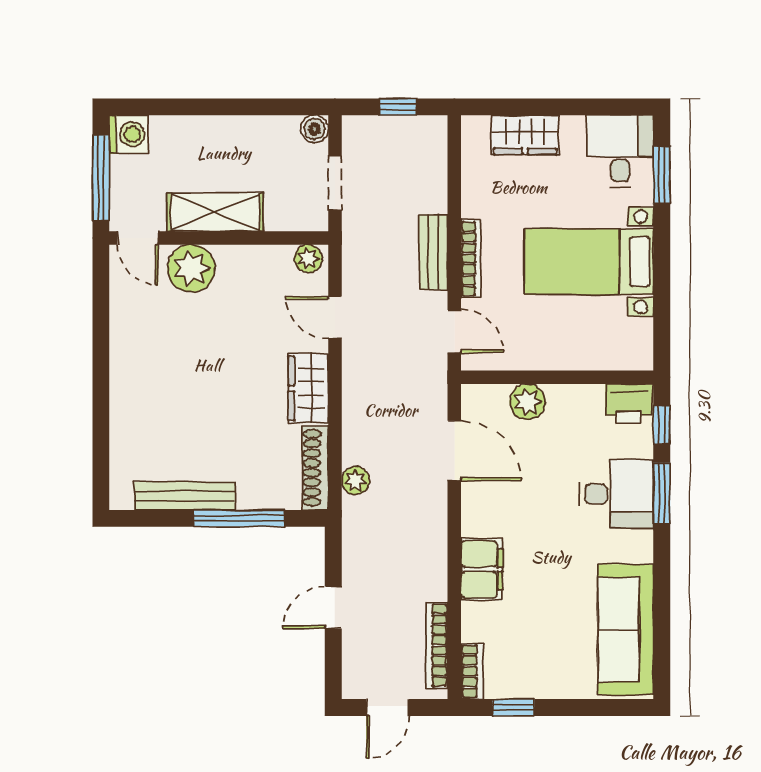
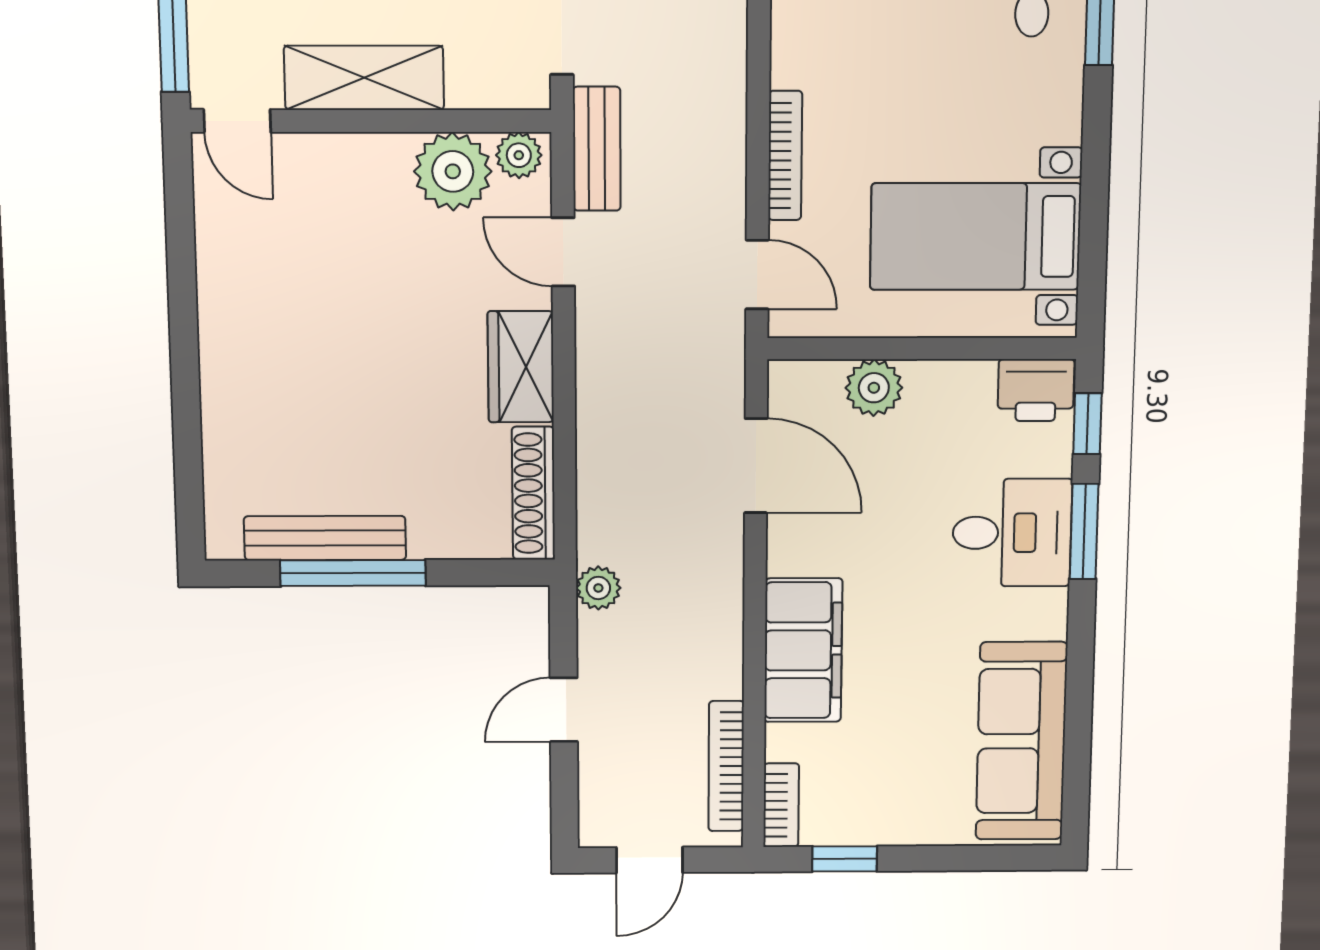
bench: (433, 252) -> (597, 149), moved
bed with nightstands: (589, 262) -> (975, 237), moved
plant: (191, 268) -> (453, 171), moved
plant: (356, 481) -> (598, 588), moved
window: (239, 518) -> (353, 573), moved
filing cabinet: (482, 569) -> (803, 650), width x1.50, depth x1.17

